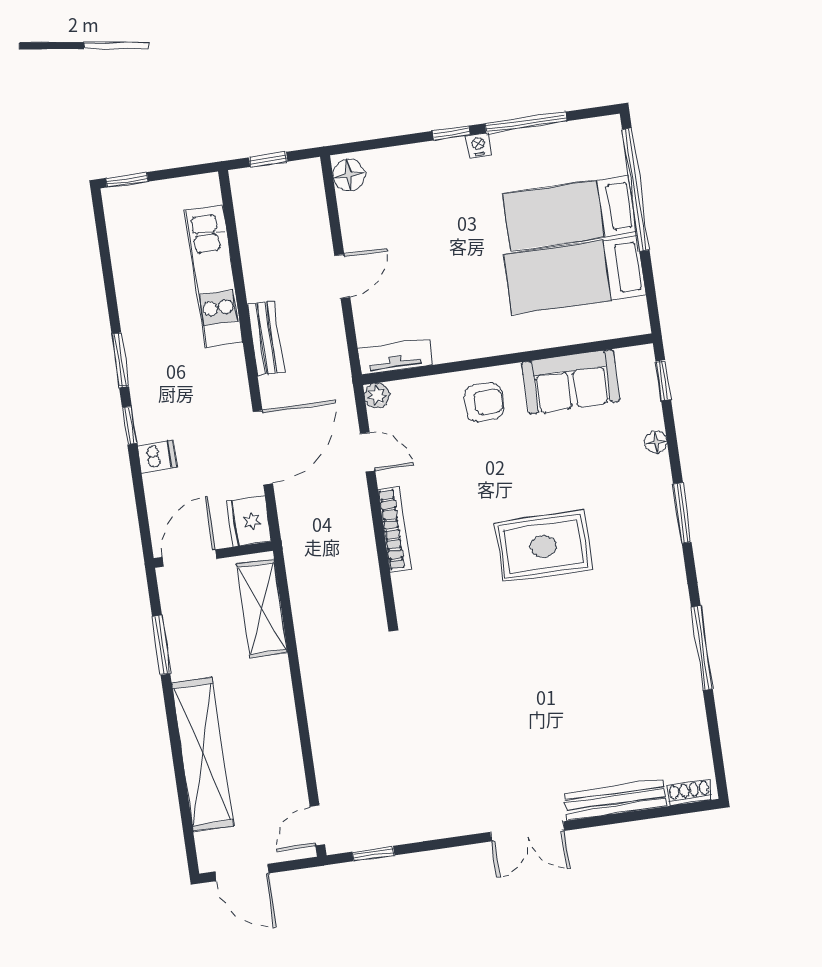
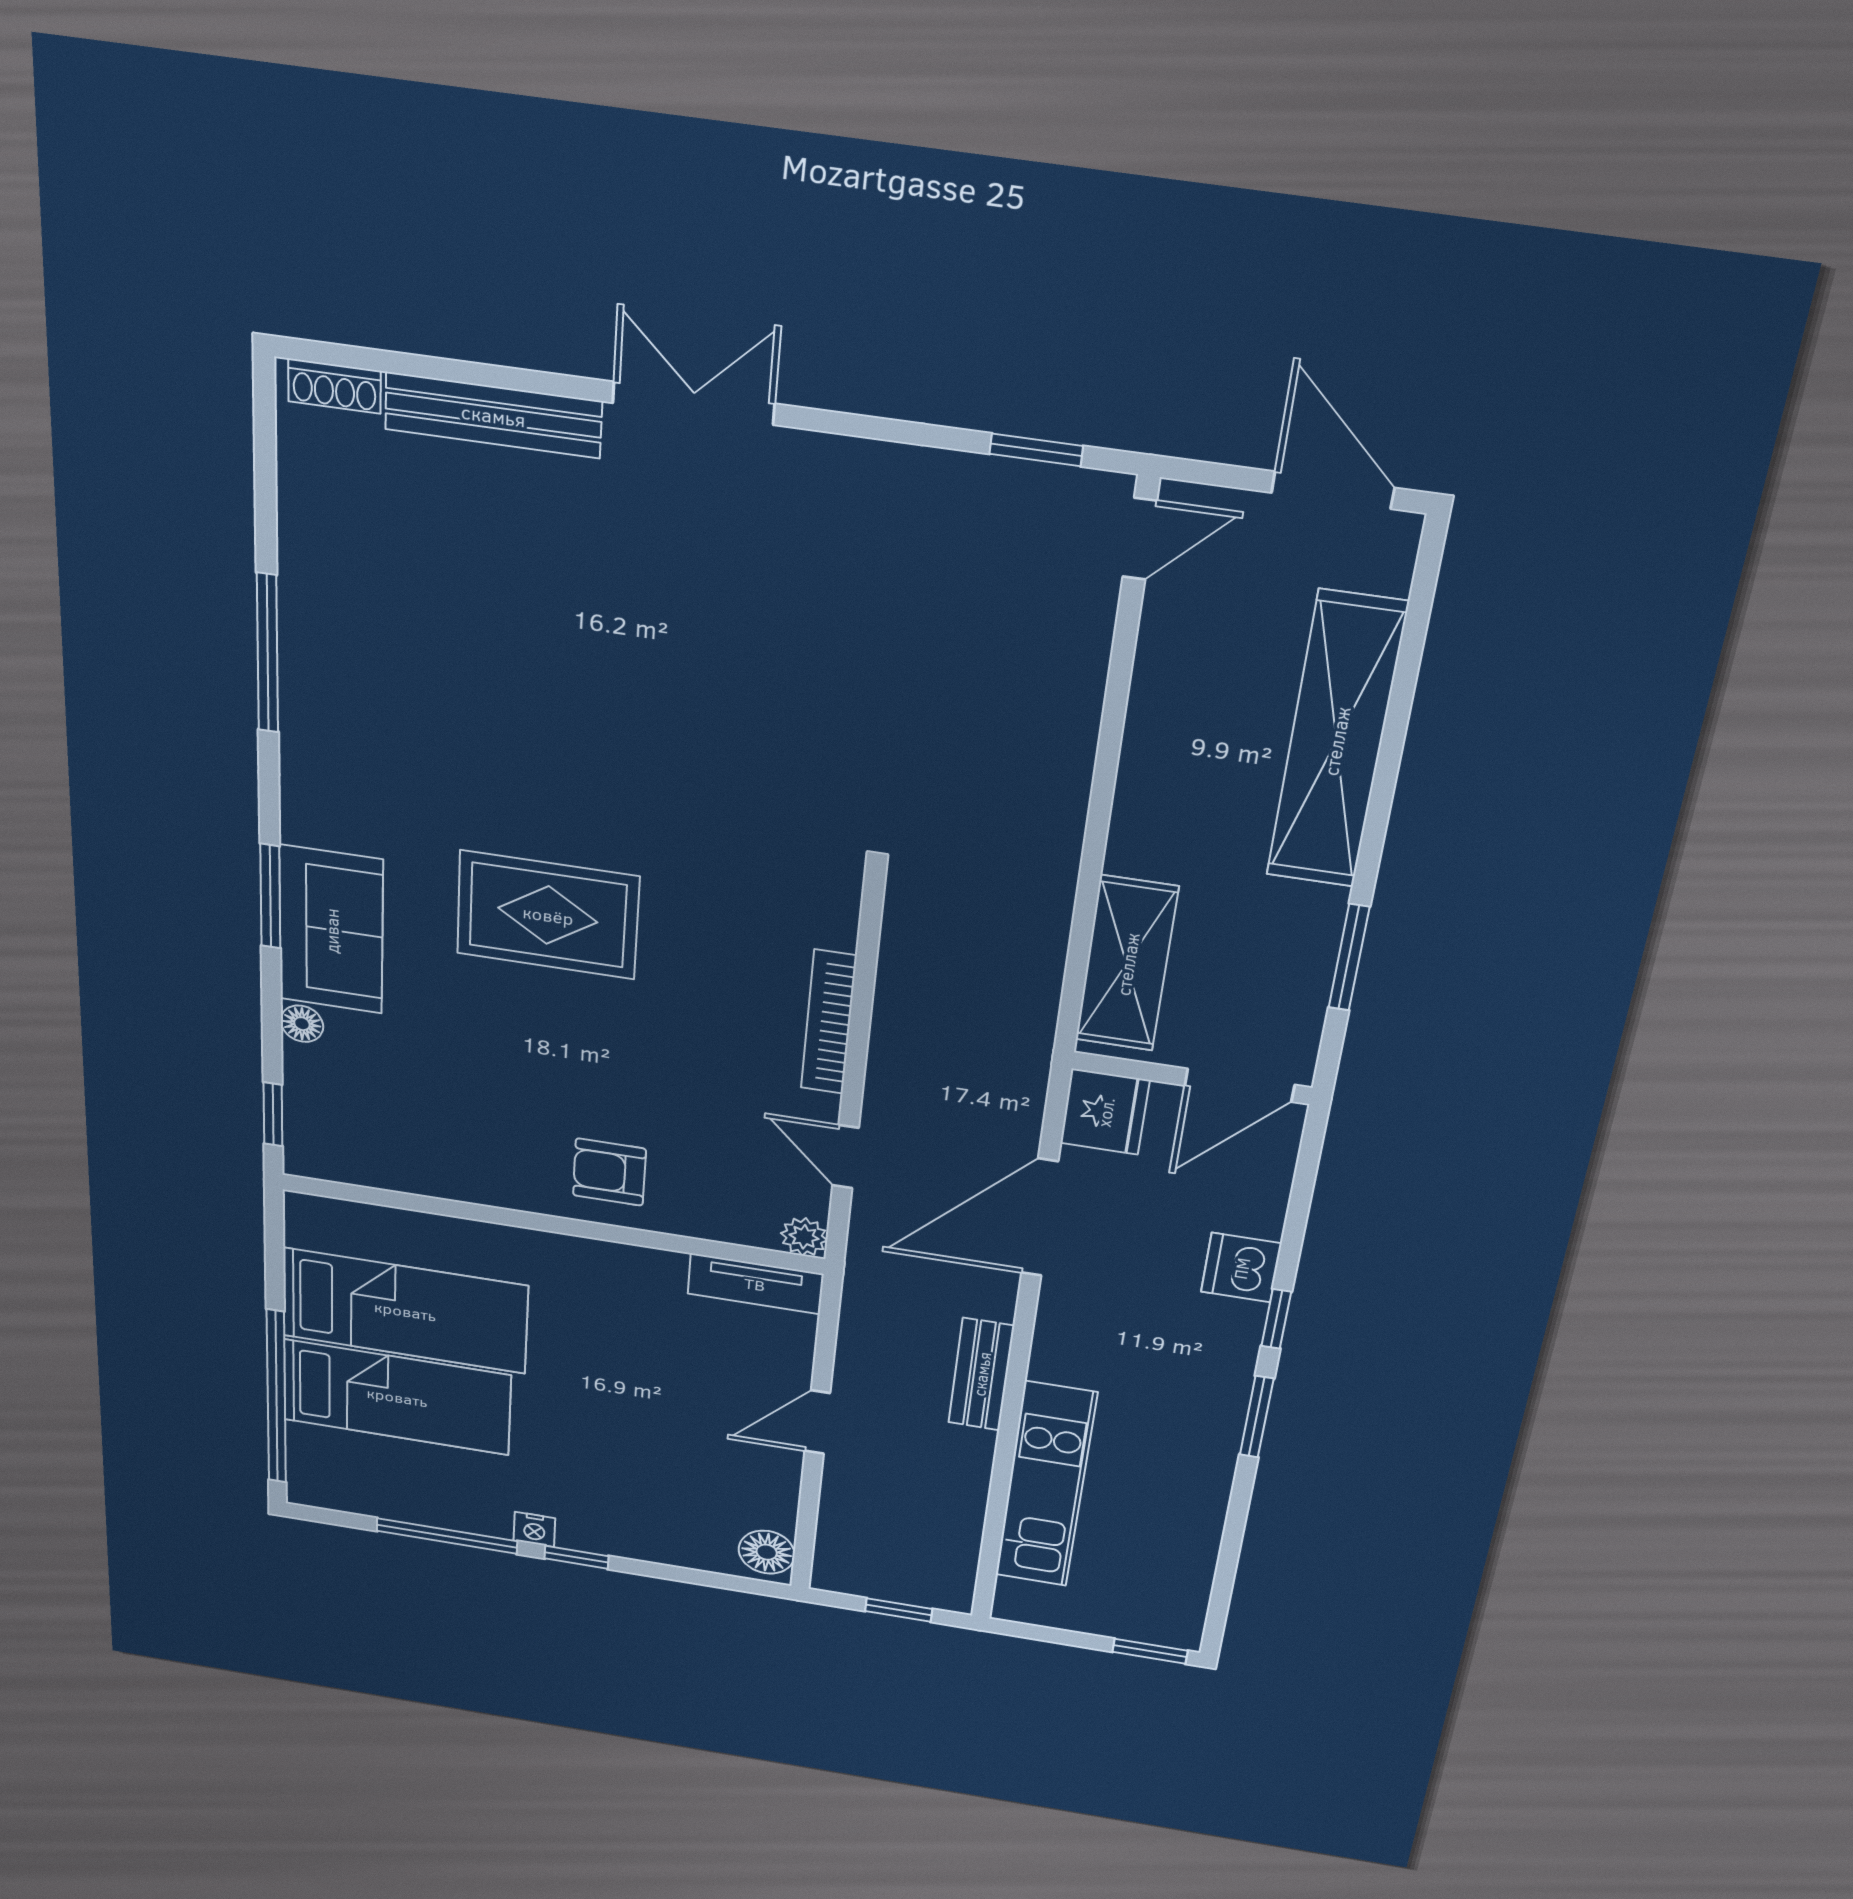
sofa: (571, 382) -> (331, 930), moved, turned 90
dishwasher: (157, 456) -> (1241, 1268), width x1.38

